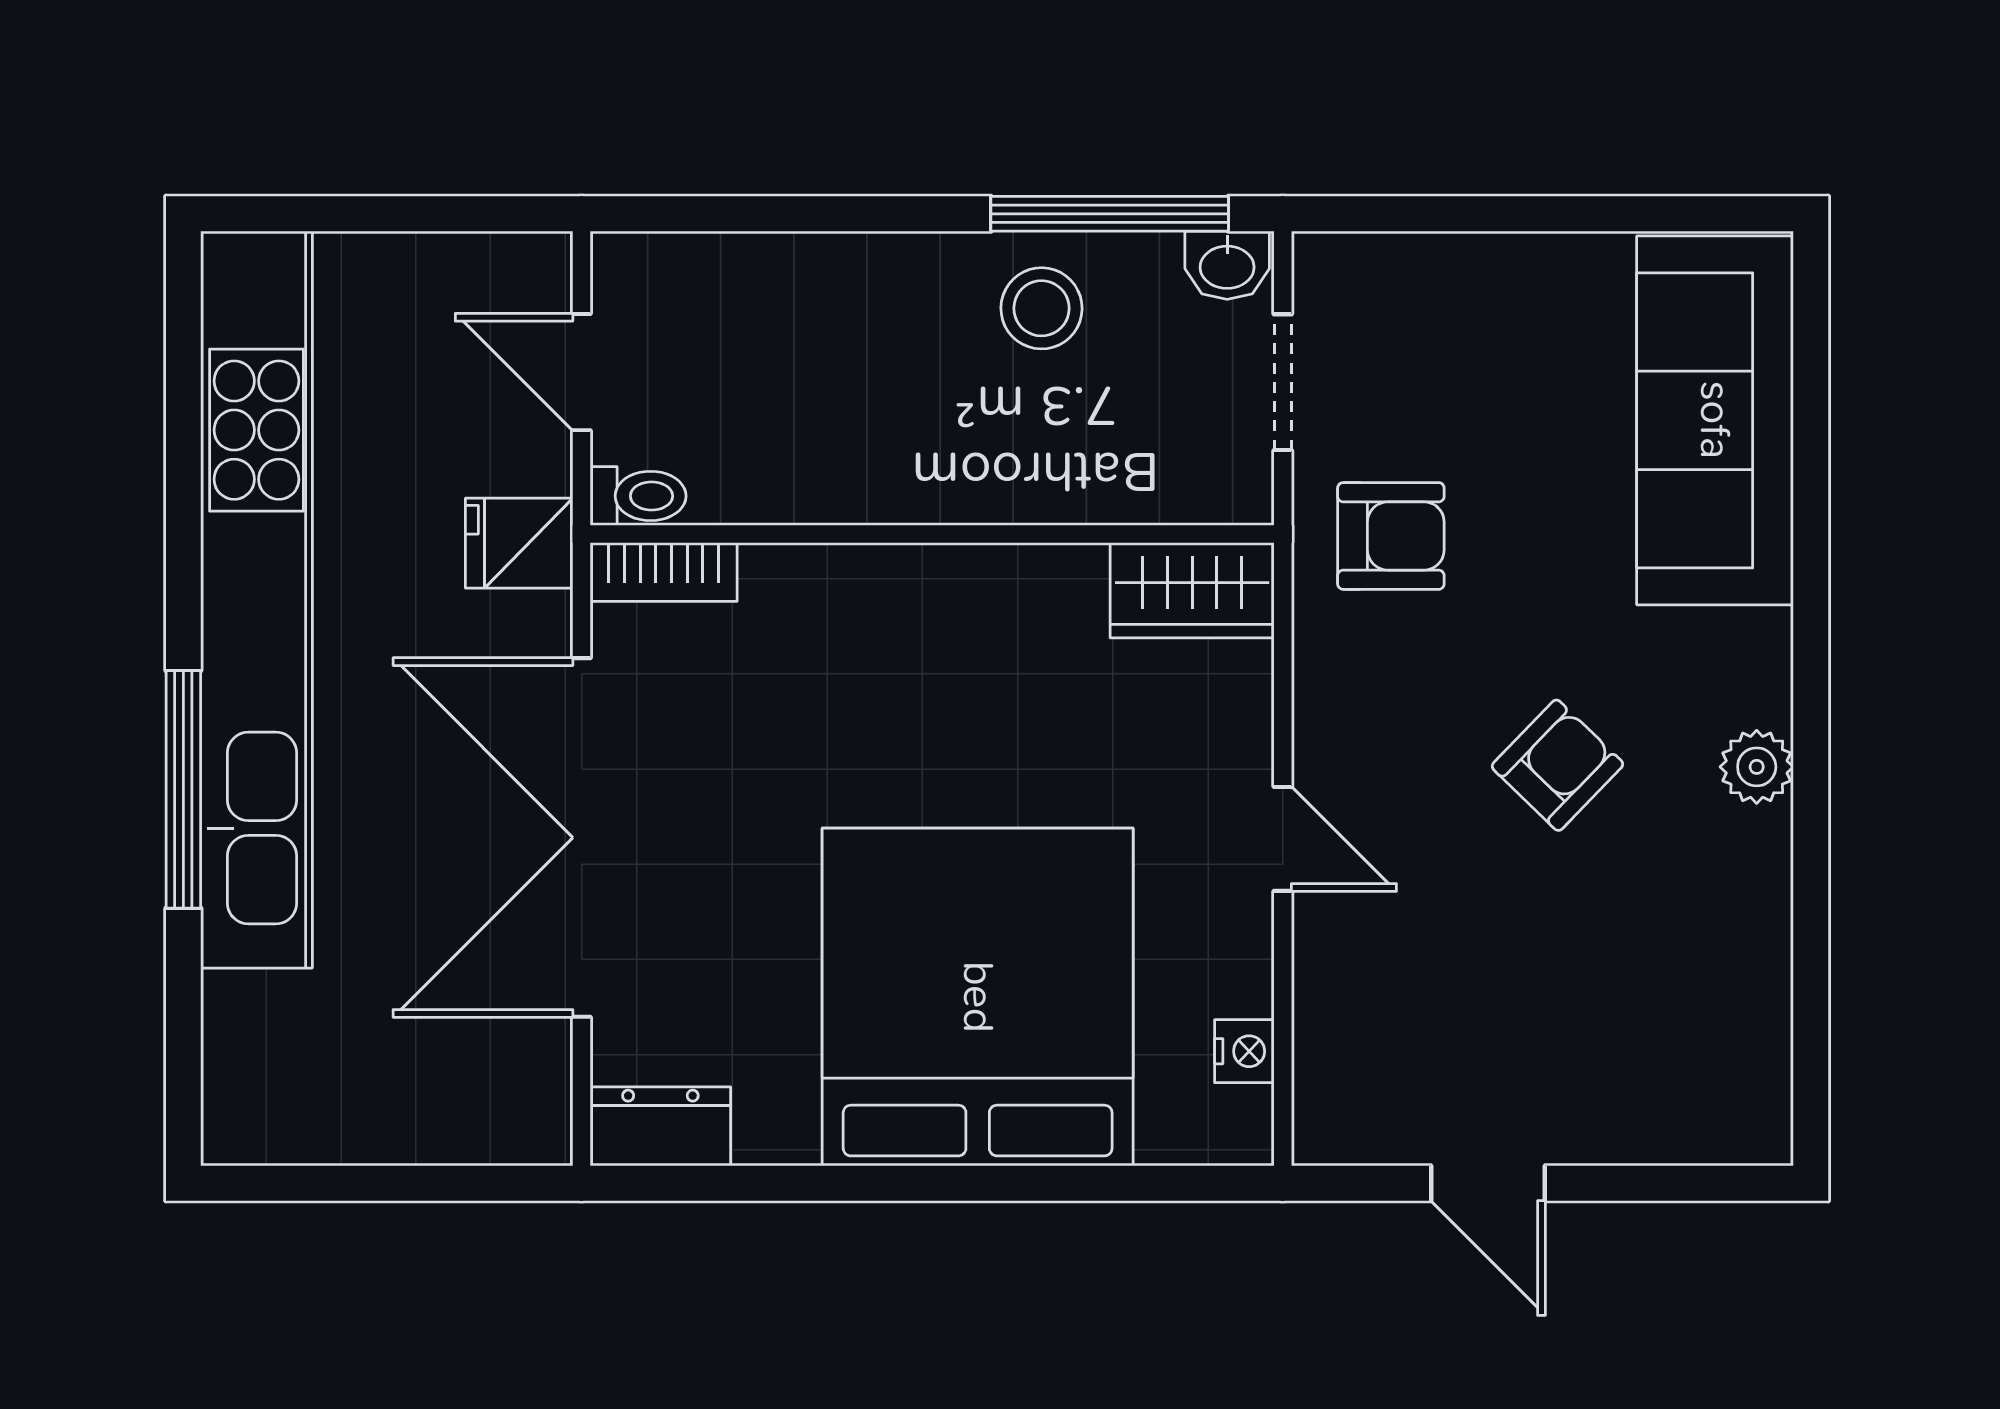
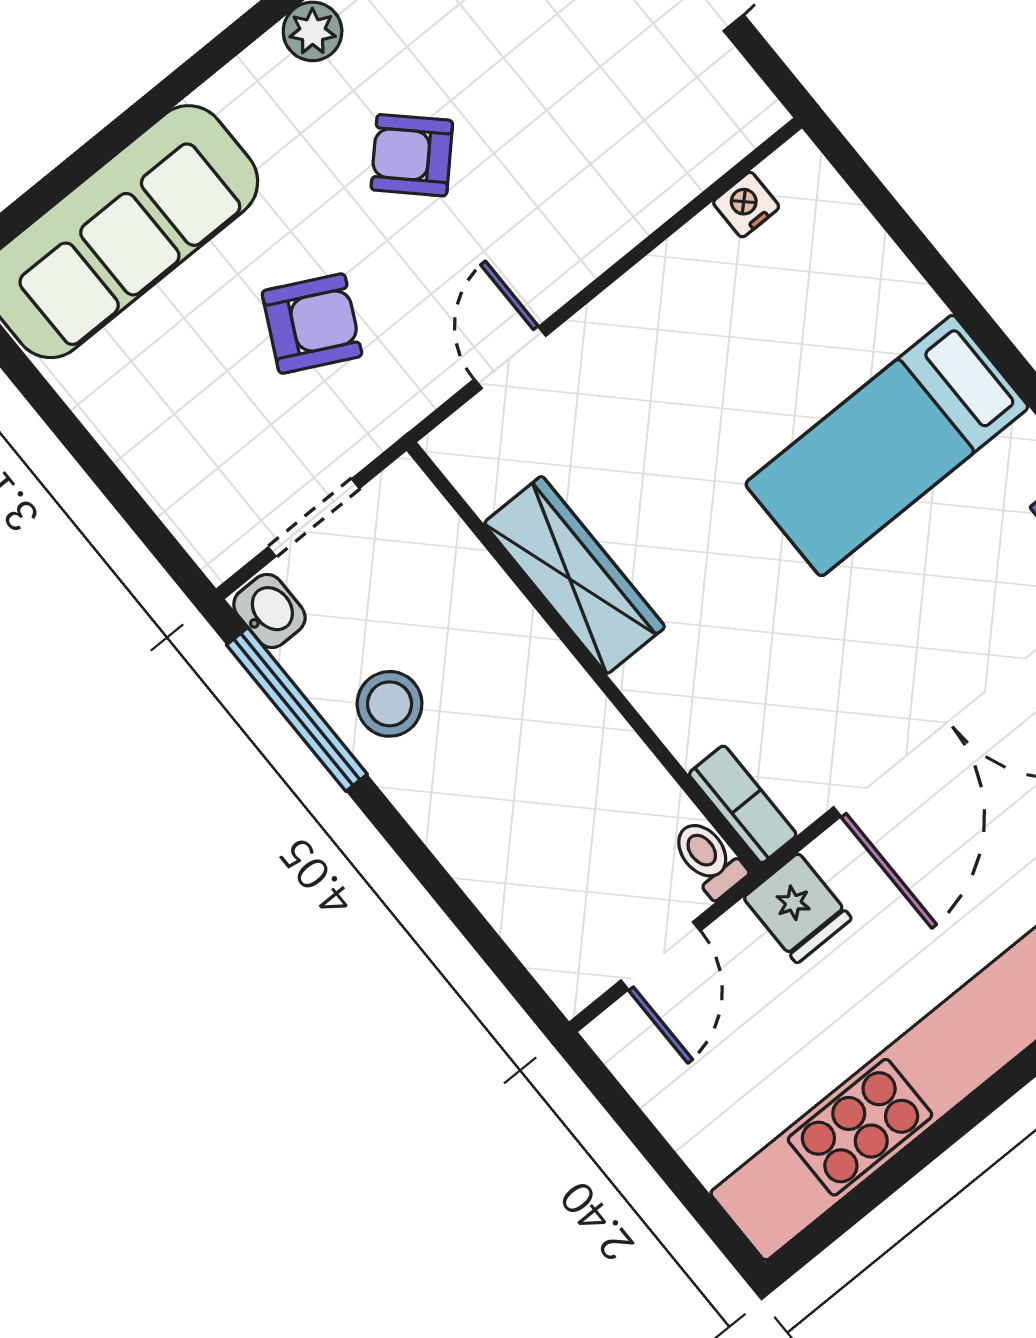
armchair: (1391, 536) -> (312, 324), moved, turned 117
wardrobe: (1192, 590) -> (574, 575), moved, width x1.50
door: (1283, 839) -> (510, 358), moved
bed: (978, 997) -> (887, 446), width x0.49

